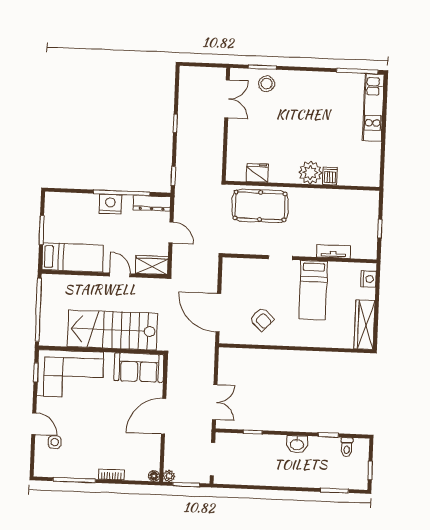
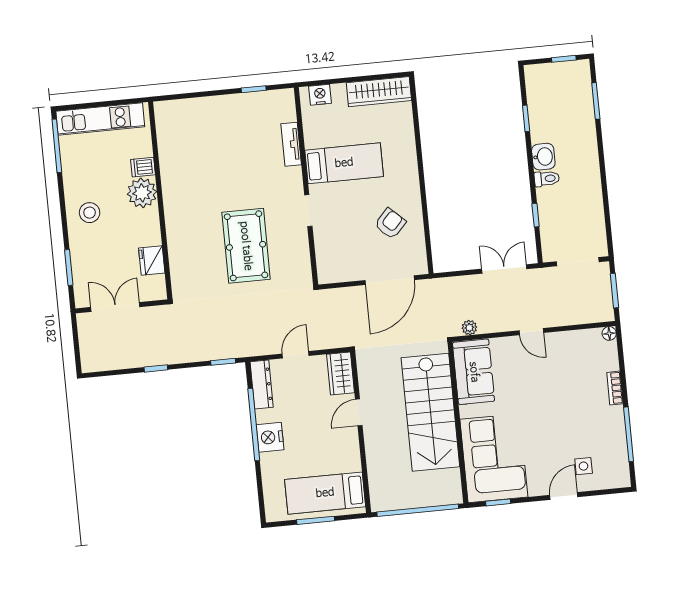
stool: (267, 84) -> (90, 213), moved
fridge: (257, 173) -> (152, 261), moved
plant: (310, 173) -> (142, 193), moved
dishwasher: (330, 176) -> (143, 167), moved
wall: (302, 186) -> (160, 200), moved
bed: (73, 257) -> (325, 493), moved, turned -90
door: (164, 416) -> (531, 332), width x0.53
toilet: (347, 447) -> (547, 179), moved
plant: (169, 476) -> (469, 328), moved

